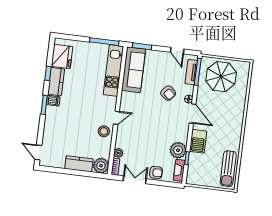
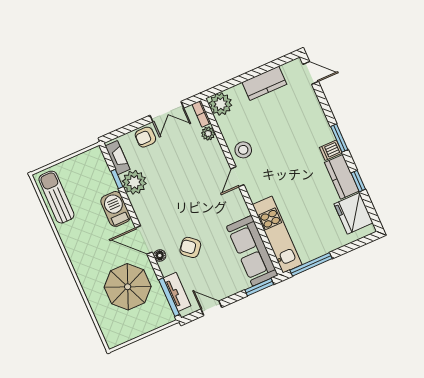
parasol: (221, 77) -> (128, 287), moved
kitchen counter: (79, 164) -> (264, 83), moved

